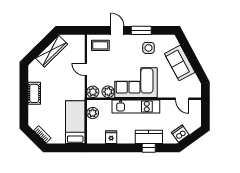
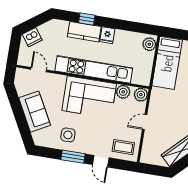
door: (86, 69) -> (145, 122), swing flipped
kitchen unit: (136, 107) -> (94, 69), width x1.36
plant: (93, 113) -> (149, 44), moved
dishwasher: (180, 134) -> (32, 37), moved
fridge: (111, 137) -> (107, 35), moved

